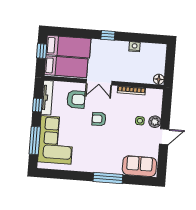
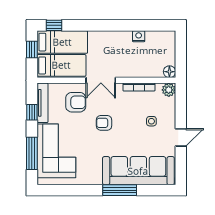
window: (108, 35) -> (54, 25), moved
plant: (155, 122) -> (169, 90), moved
sofa: (139, 166) -> (138, 171), width x1.85, depth x1.27

